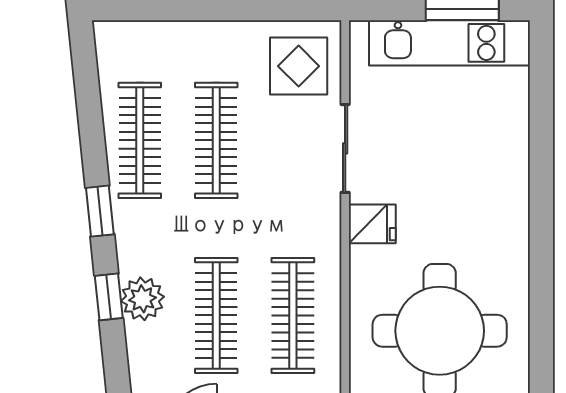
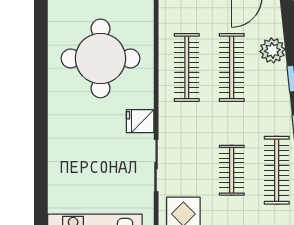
clothes rail: (216, 140) -> (232, 170), width x0.73
plant: (142, 299) -> (272, 50), moved

